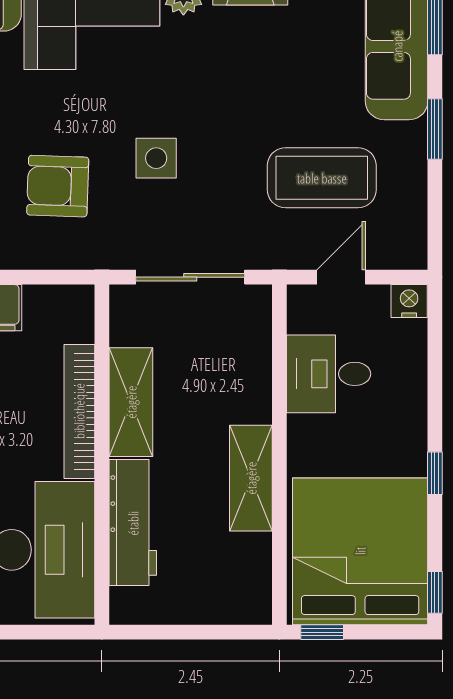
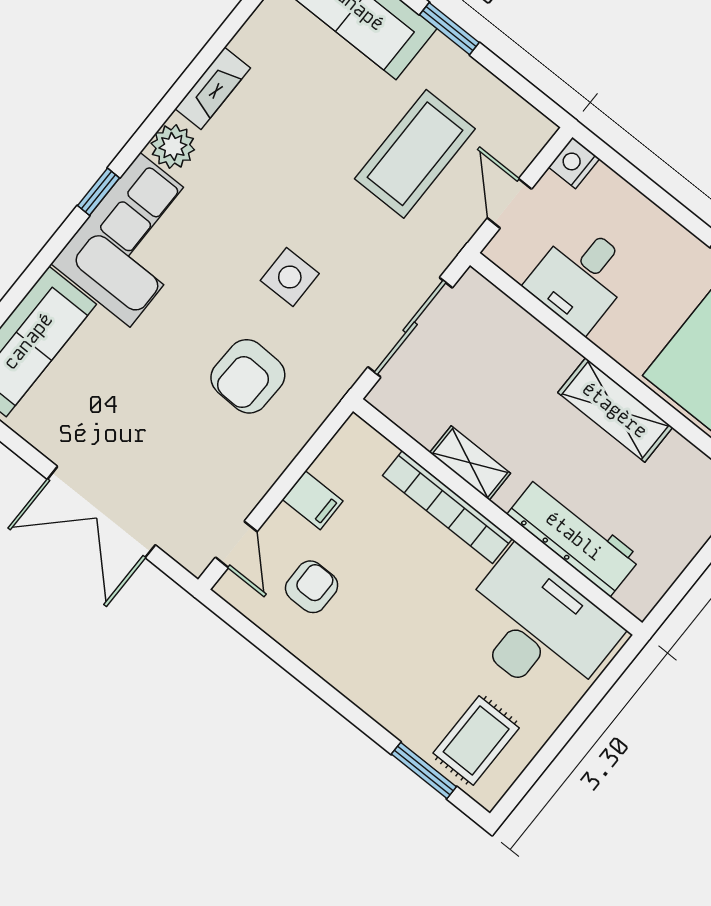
shelving: (131, 402) -> (470, 463), width x0.67, depth x0.75

